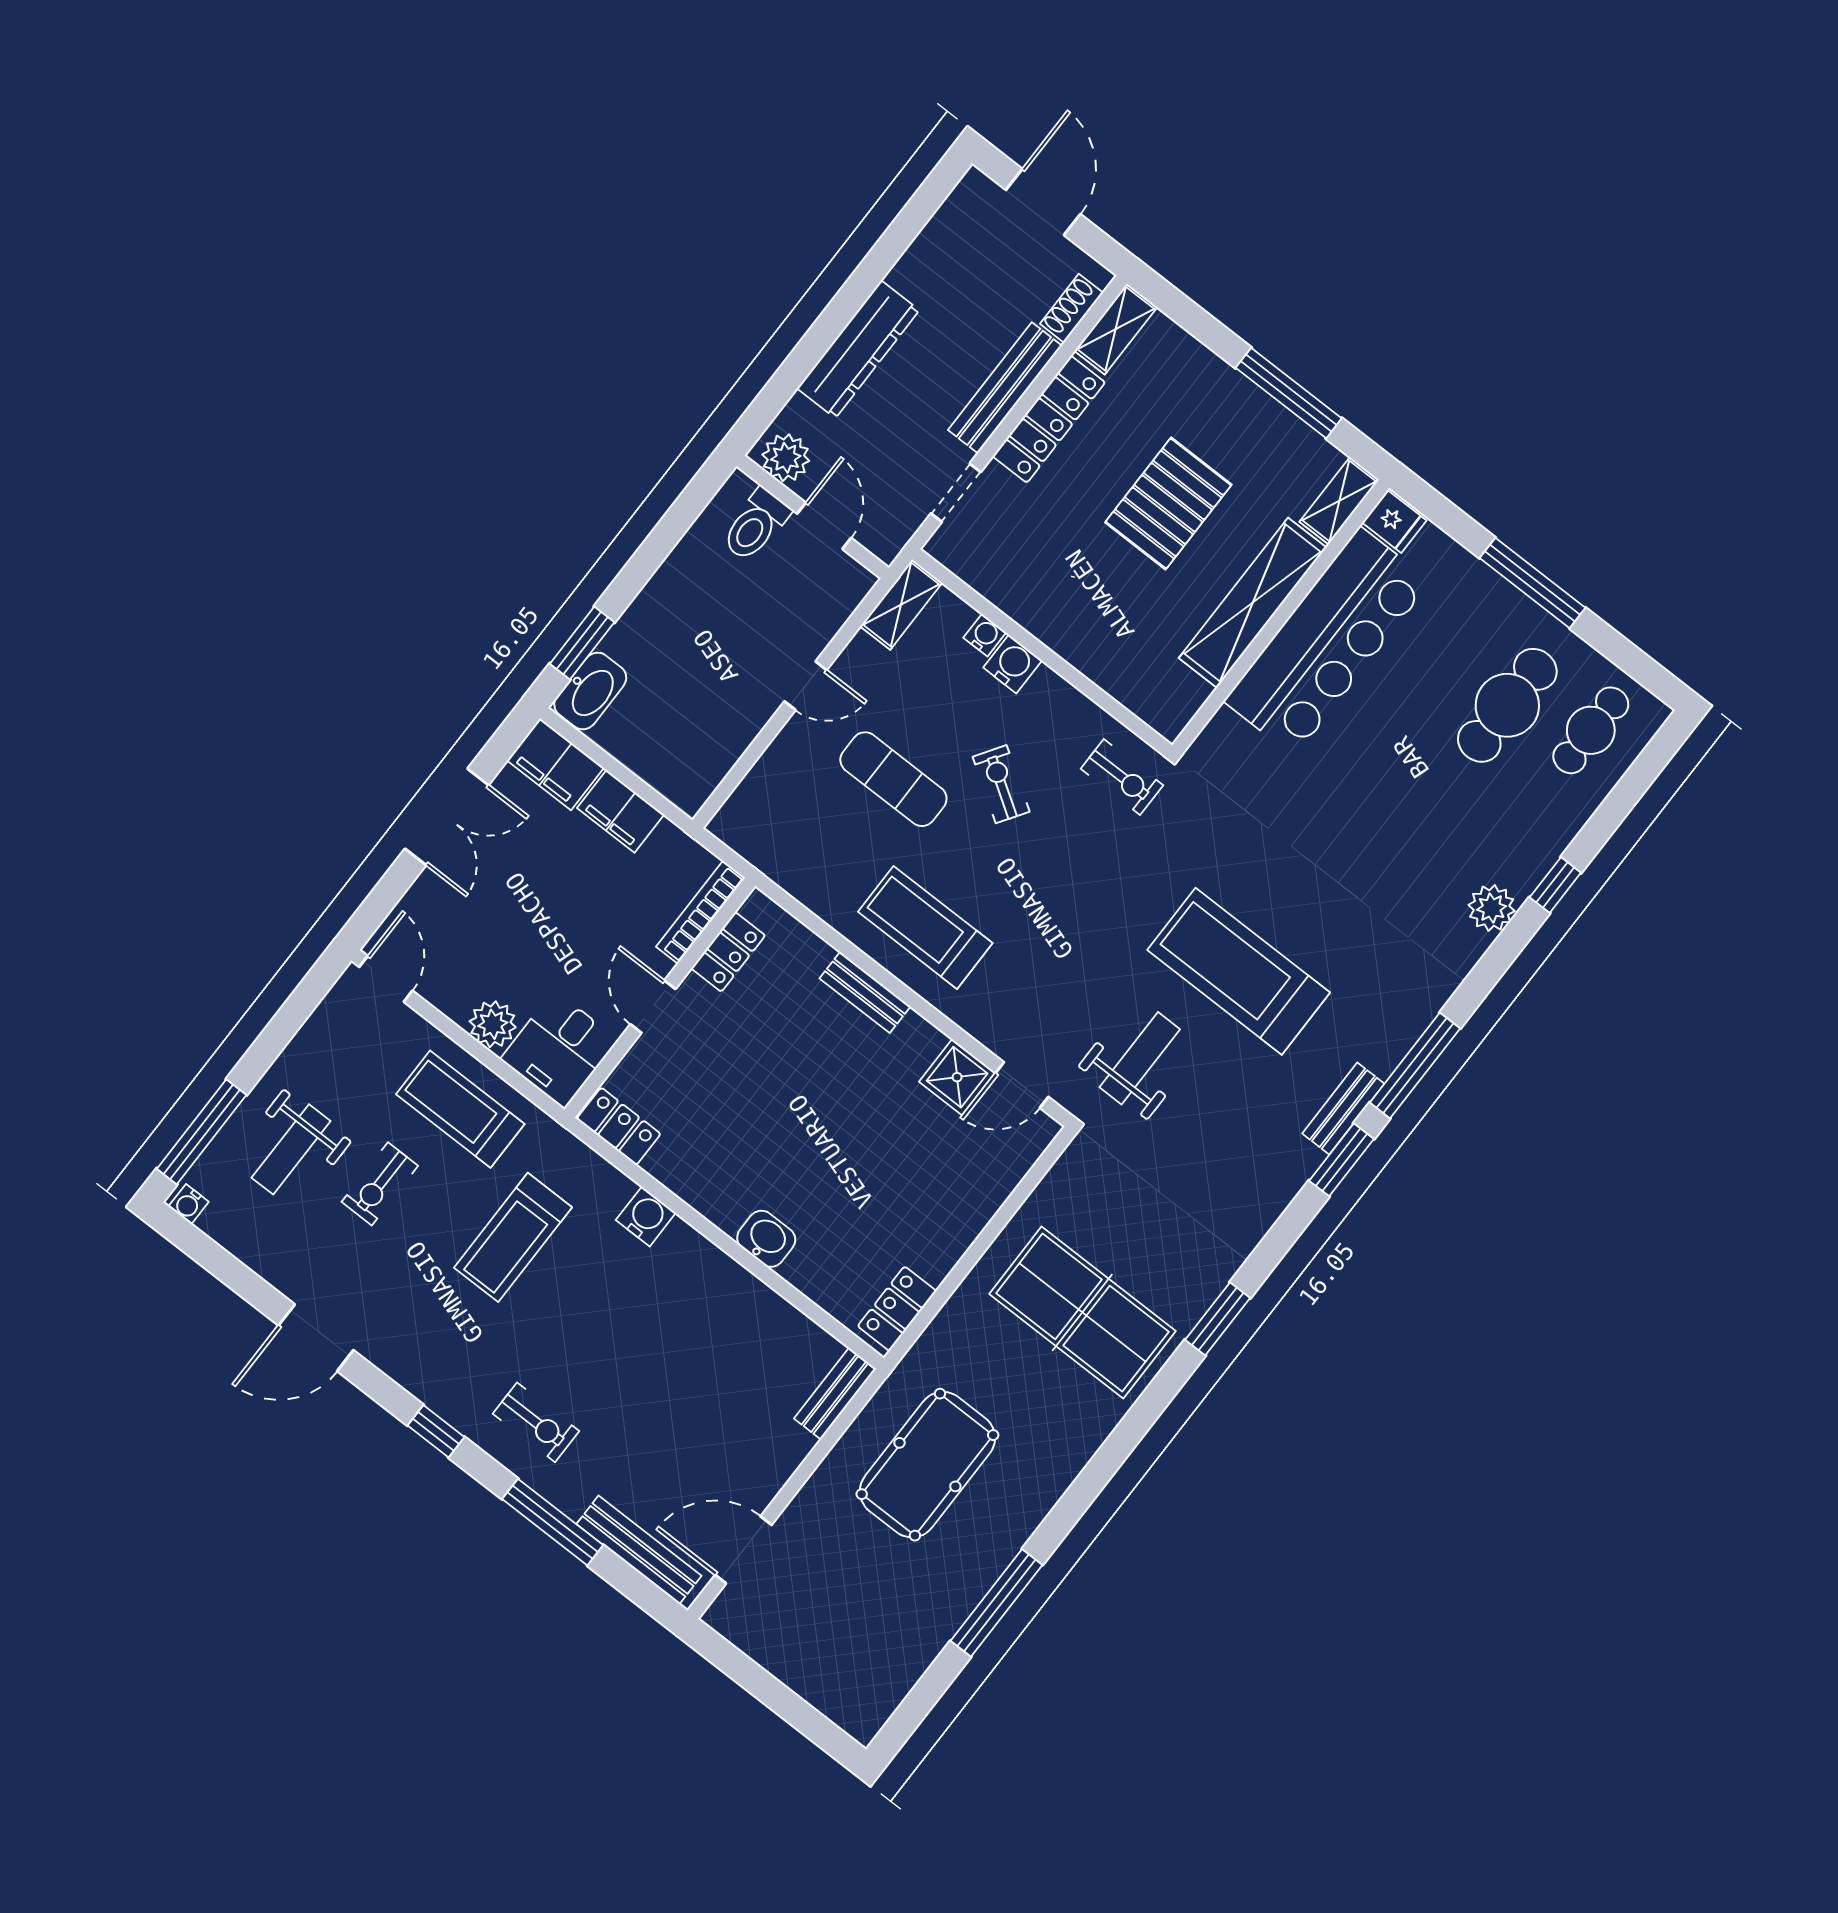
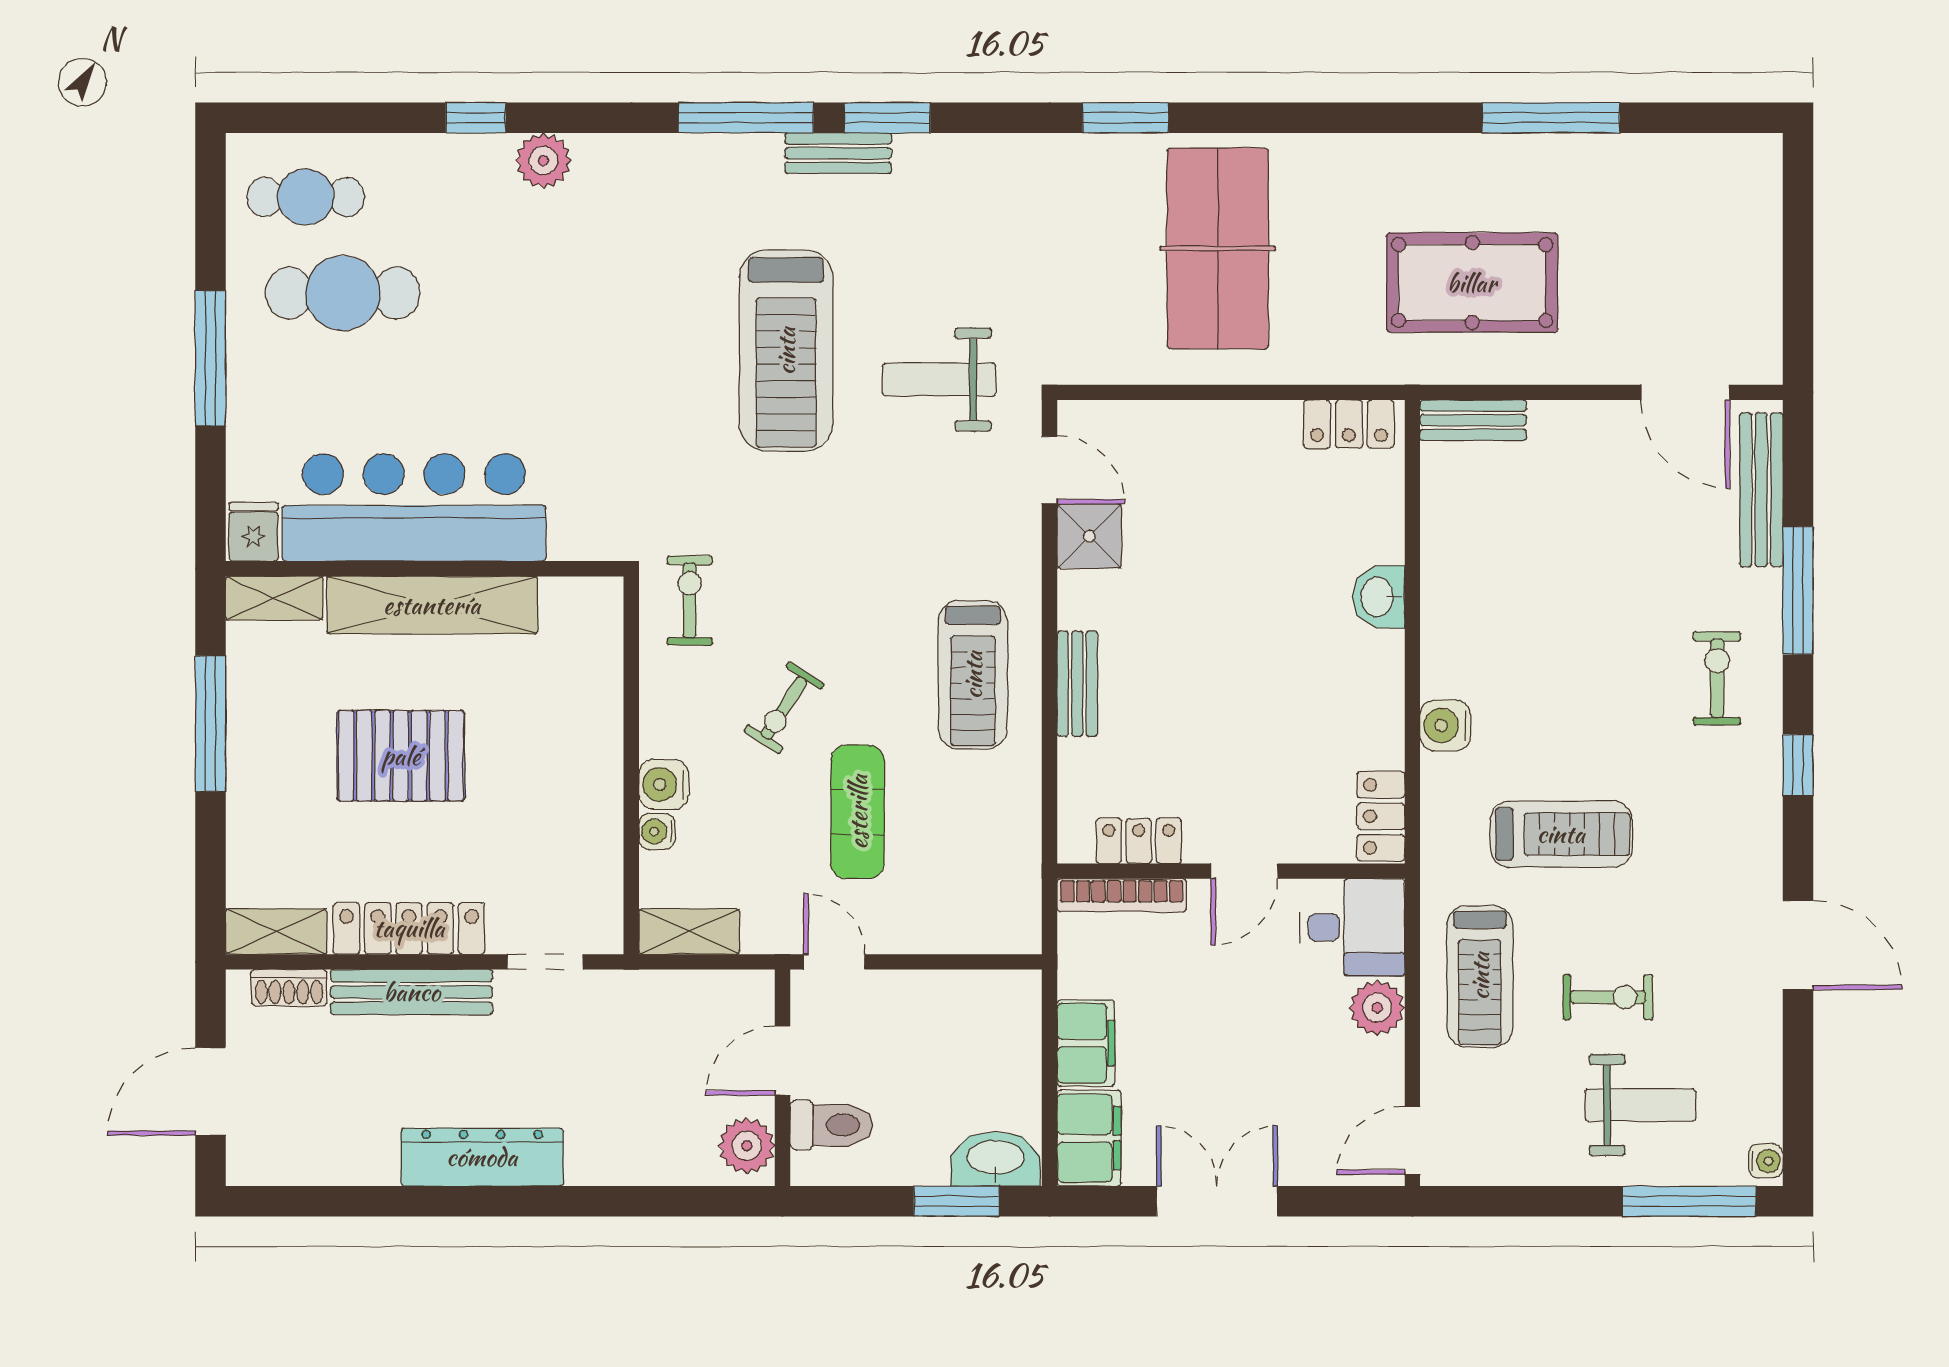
plant: (786, 458) -> (747, 1146), moved
wall: (813, 517) -> (782, 1078), moved
toilet: (756, 525) -> (831, 1125), moved
door: (824, 526) -> (782, 1061), moved

